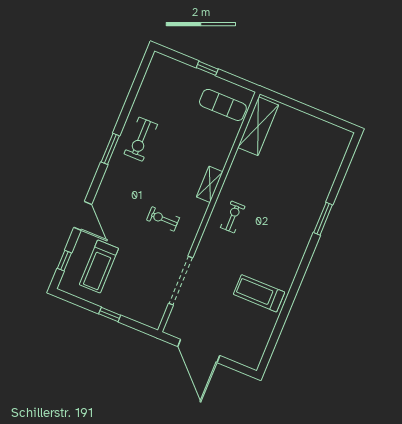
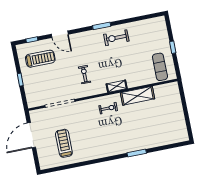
shelving: (258, 126) -> (137, 96), moved
door: (83, 216) -> (60, 34), hinge flipped
treadmill: (99, 266) -> (40, 59), turned 180
treadmill: (259, 293) -> (64, 143), moved

